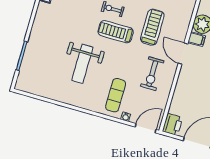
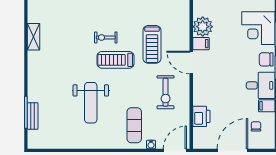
treadmill: (152, 27) -> (152, 44), turned 180
bench: (27, 61) -> (33, 116), added
printer: (172, 124) -> (201, 116), moved

